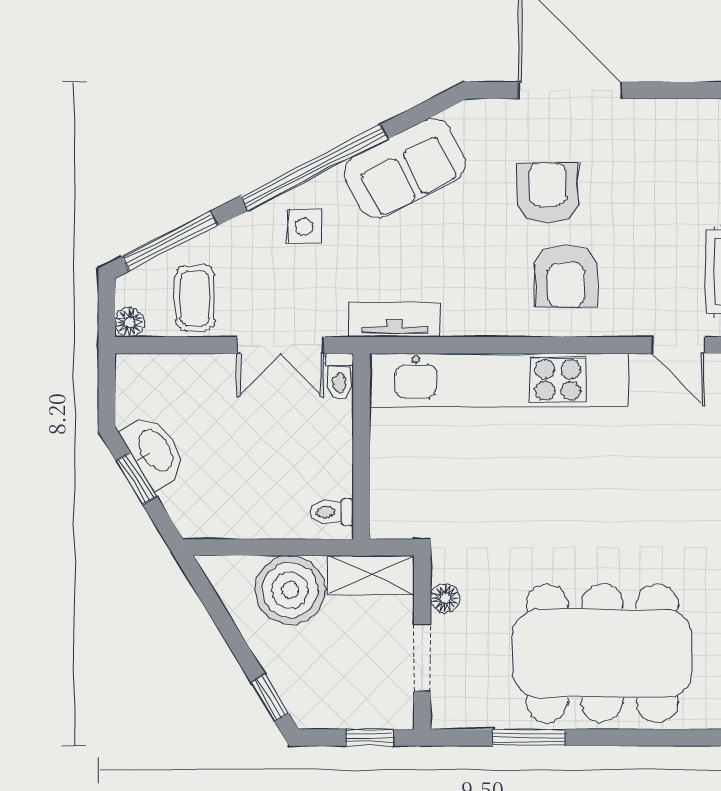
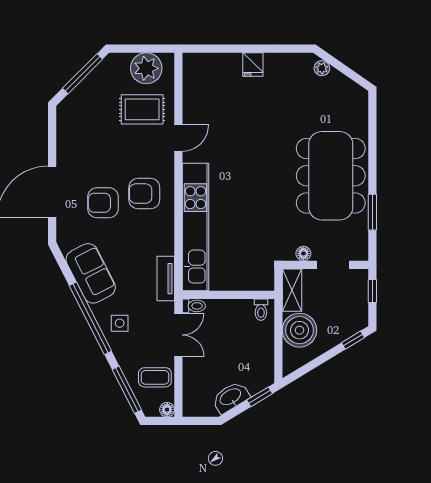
armchair: (566, 276) -> (144, 194), turned 180
window: (136, 478) -> (260, 397), moved

